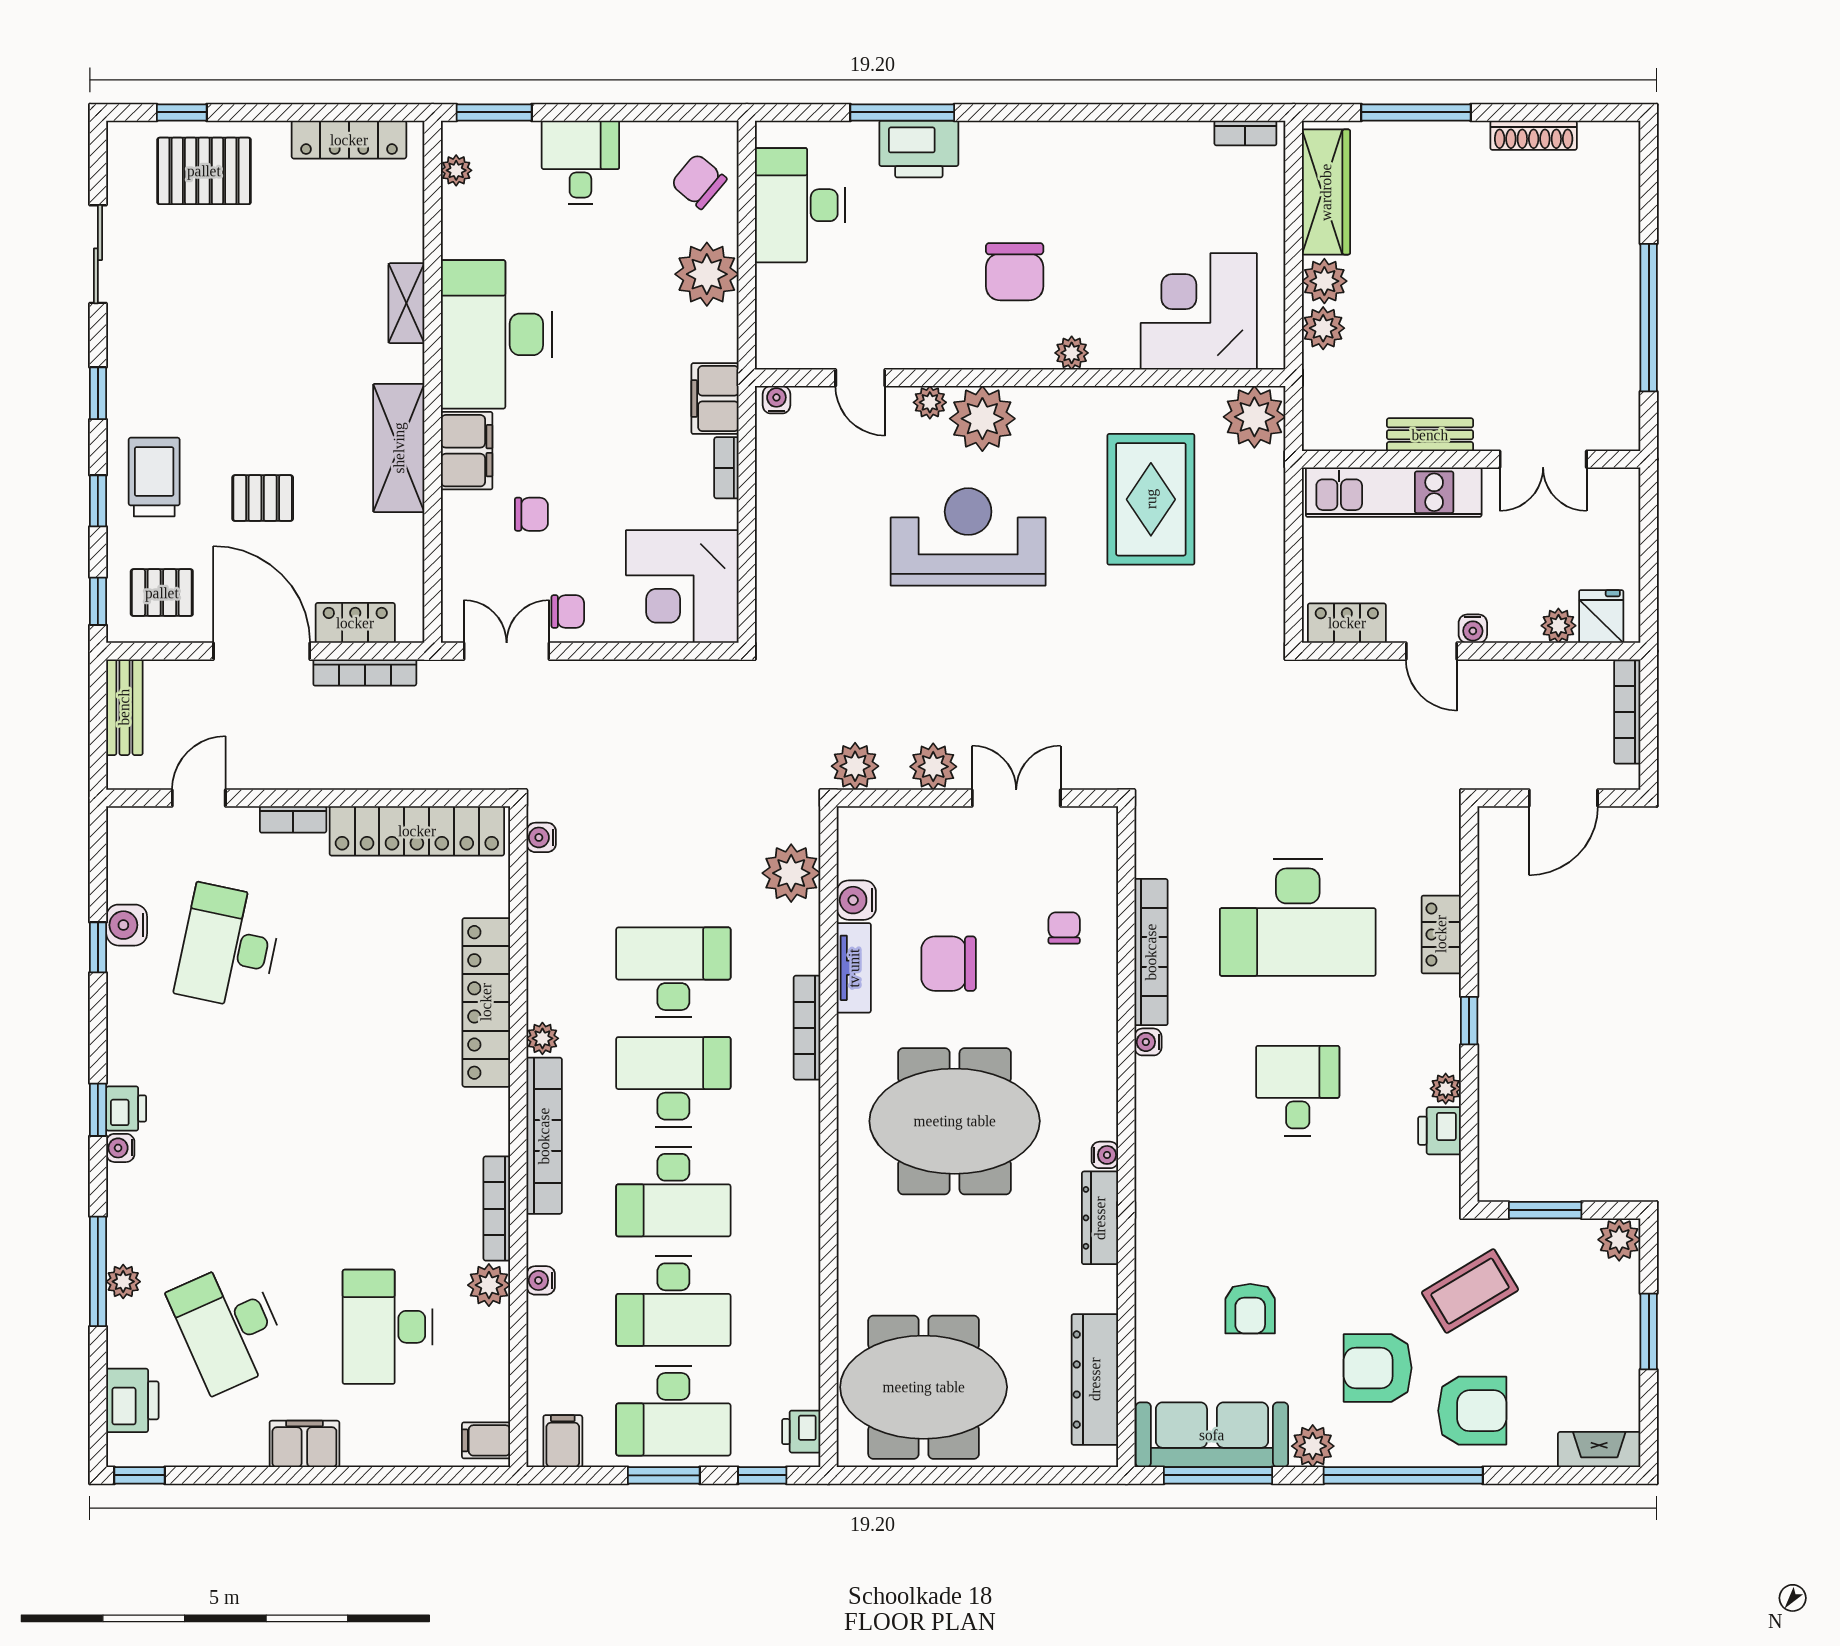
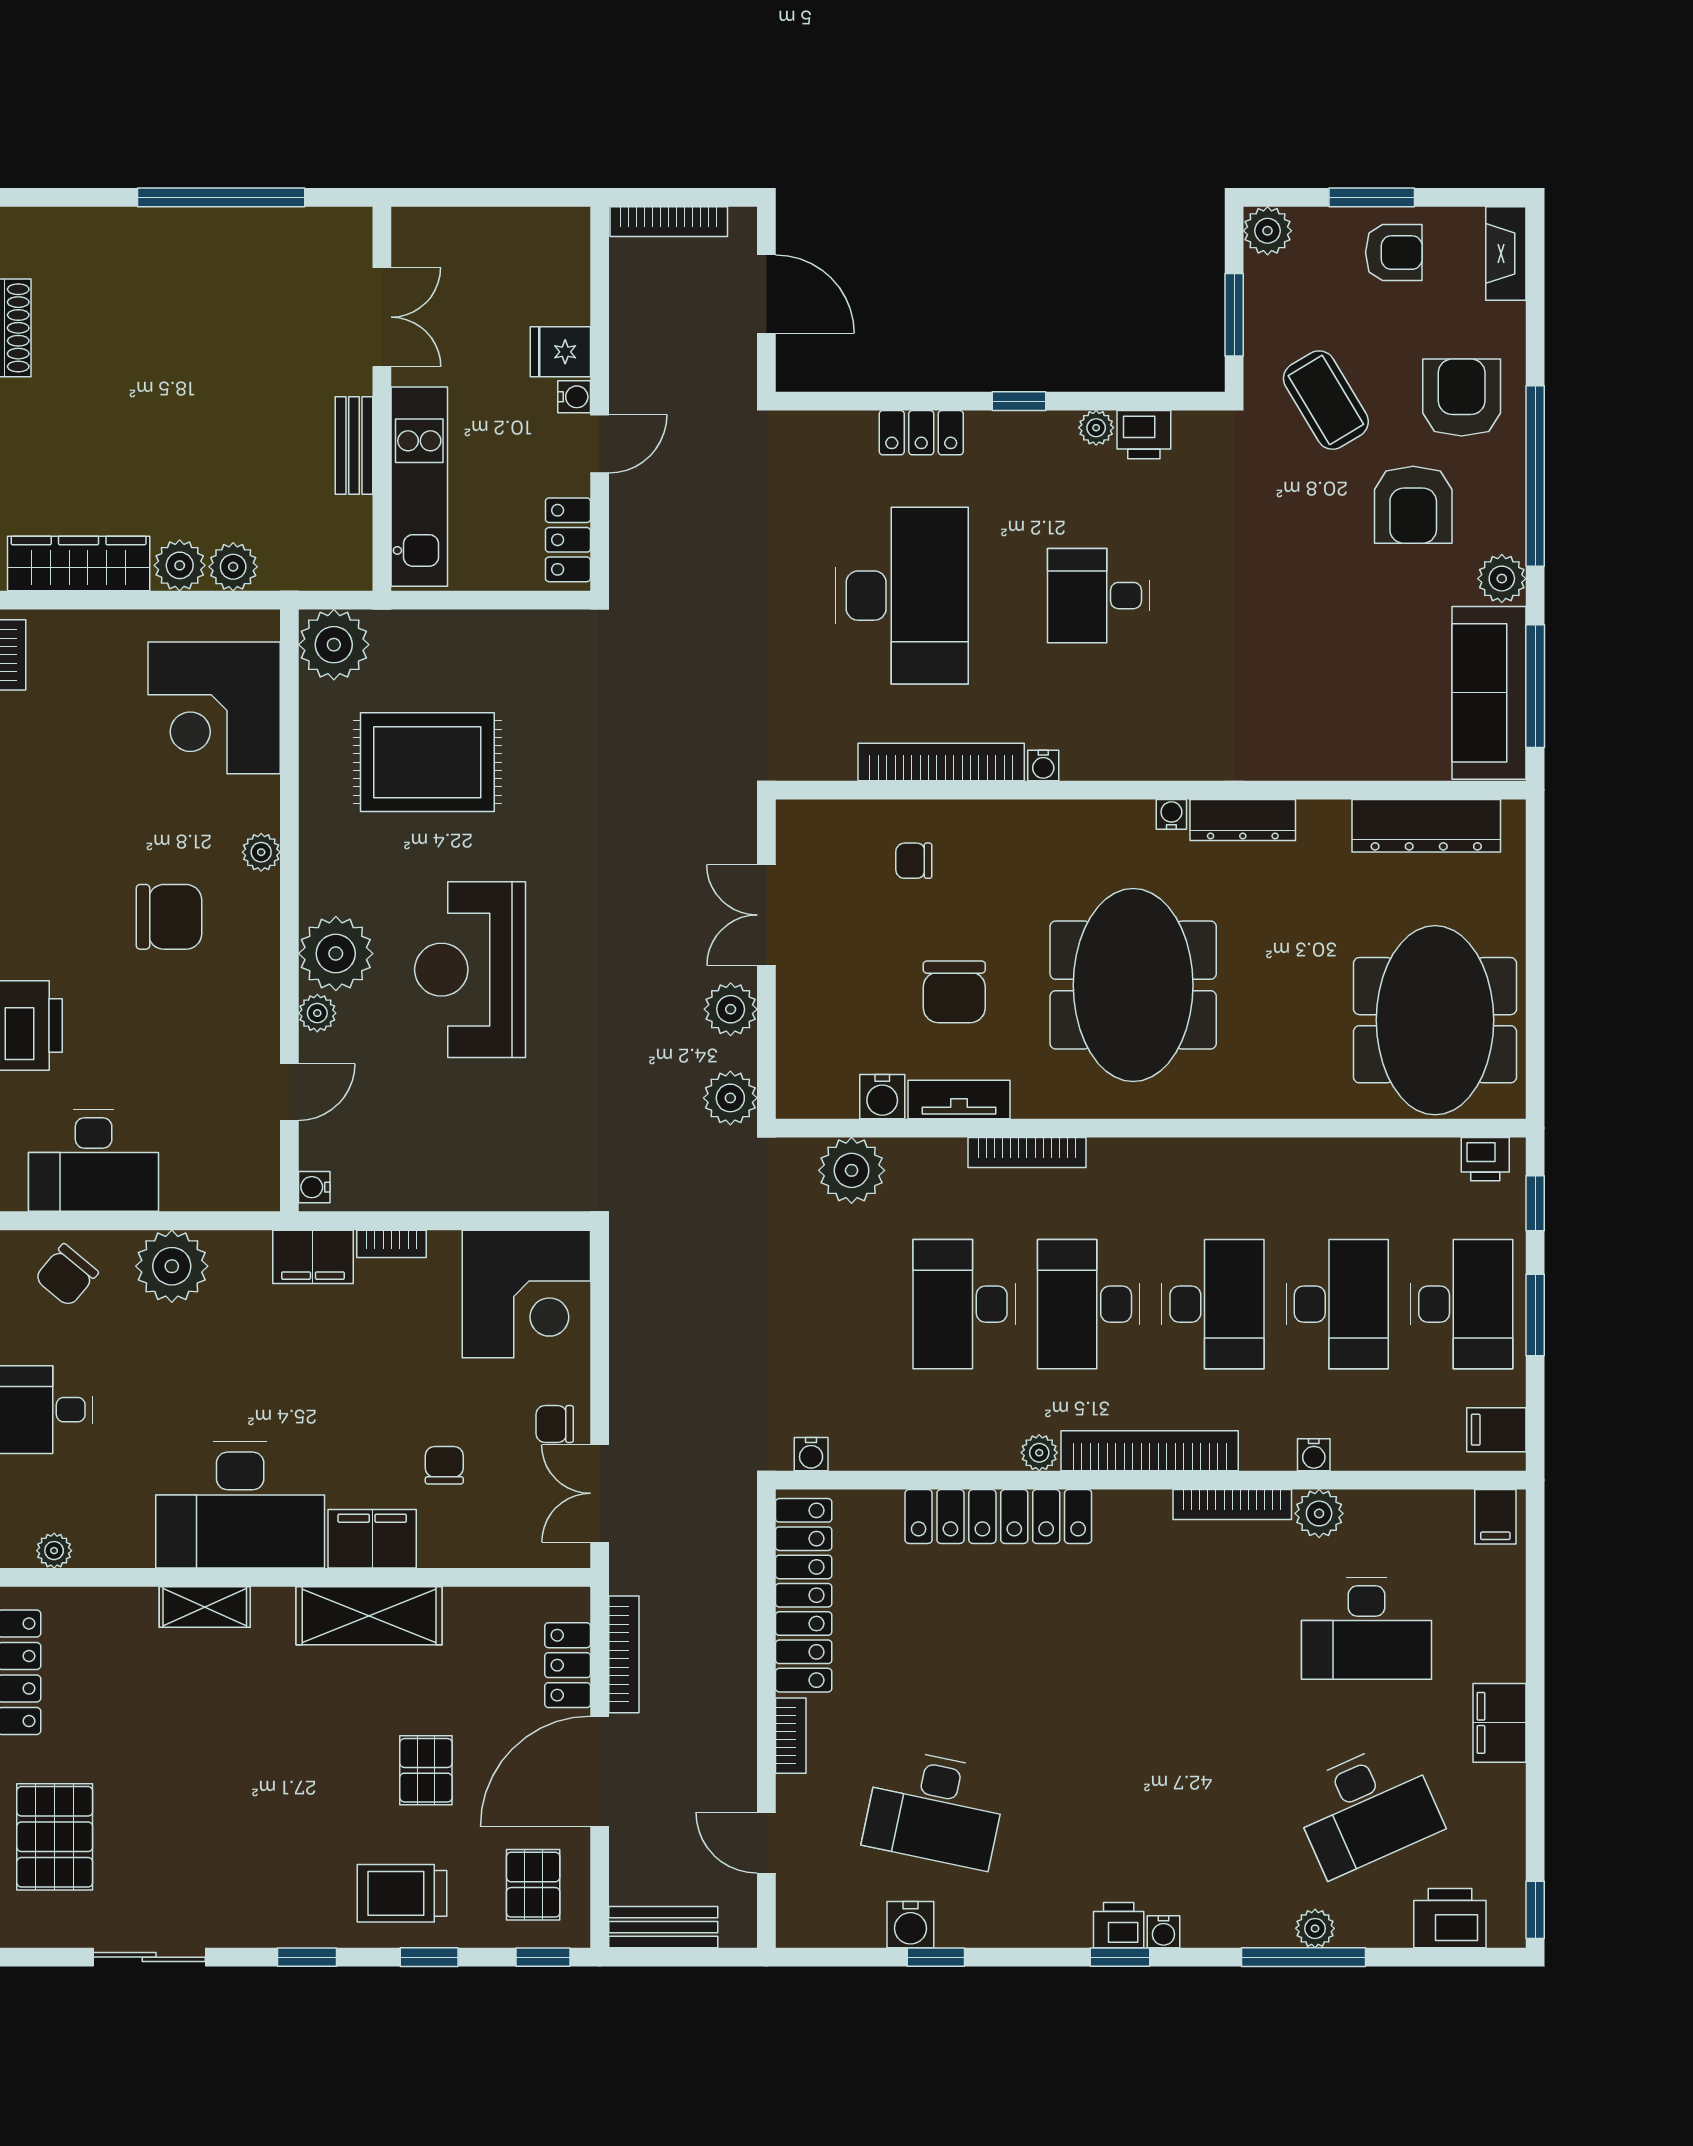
chair: (568, 612) -> (555, 1424), turned -90
fridge: (1601, 616) -> (560, 352), moved
plant: (1558, 626) -> (571, 300), removed
armchair: (1250, 1309) -> (1394, 253), moved

